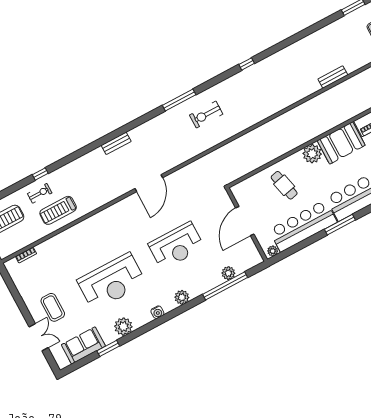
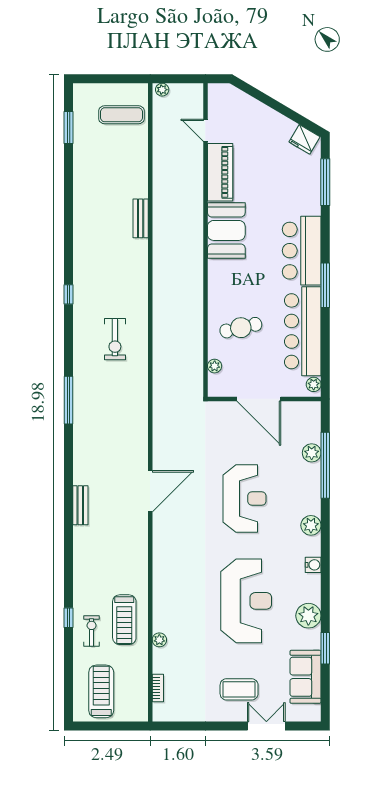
bench: (333, 77) -> (141, 218), moved
exercise bike: (206, 115) -> (115, 339), moved
plant: (312, 154) -> (215, 366), moved, width x0.53, depth x0.53
door: (149, 183) -> (150, 491), hinge flipped
plant: (57, 240) -> (159, 640), added

